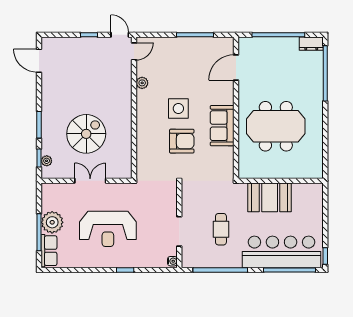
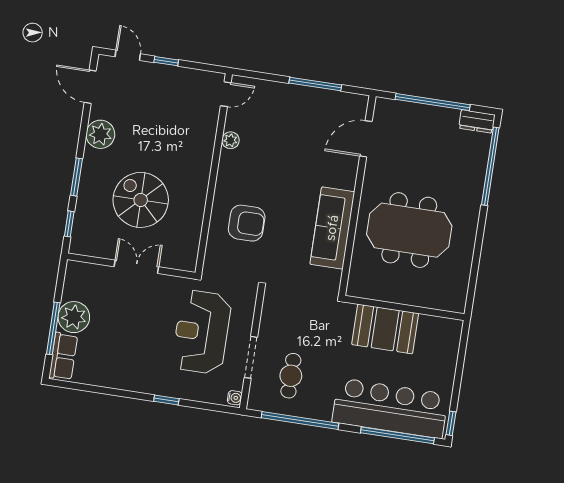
door: (120, 35) -> (128, 55), moved
side table: (178, 109) -> (276, 184), removed
sofa: (222, 126) -> (332, 228), width x1.36
spiral stairs: (86, 134) -> (141, 200), turned -90
armchair: (182, 141) -> (247, 223), moved
plant: (47, 161) -> (100, 134), moved, width x1.88, depth x1.88
reception desk: (108, 229) -> (202, 332), moved, turned 90
cafe table: (221, 229) -> (291, 376), moved

